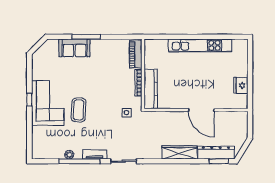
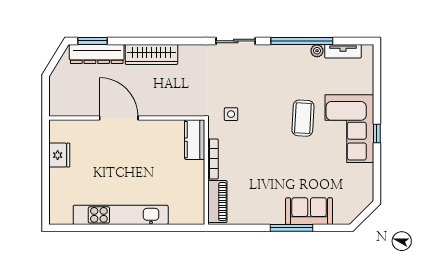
kitchen counter: (151, 89) -> (195, 140), width x0.67
tv unit: (95, 154) -> (343, 51), moved

